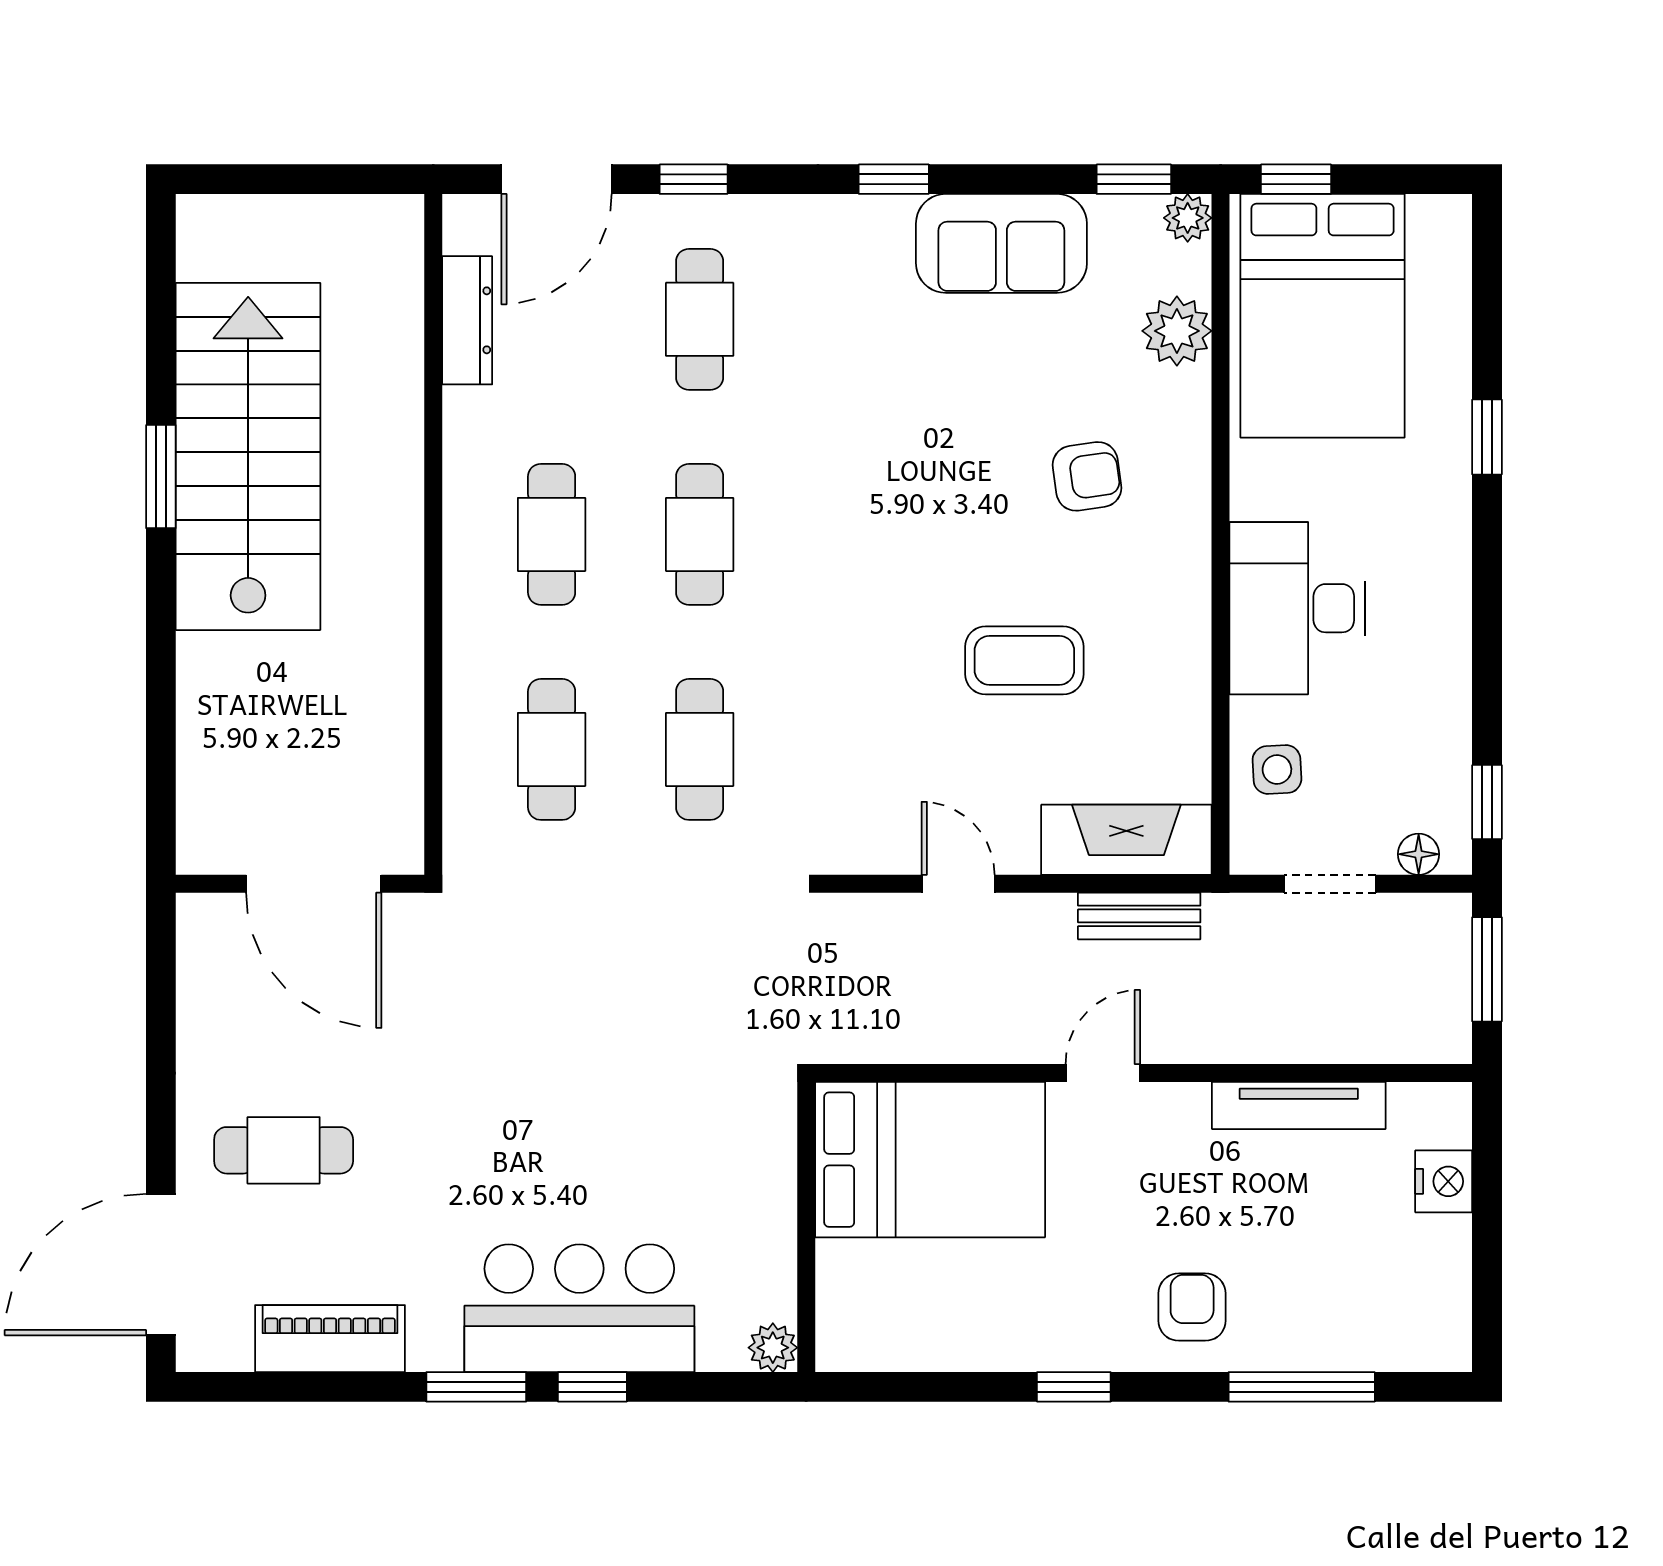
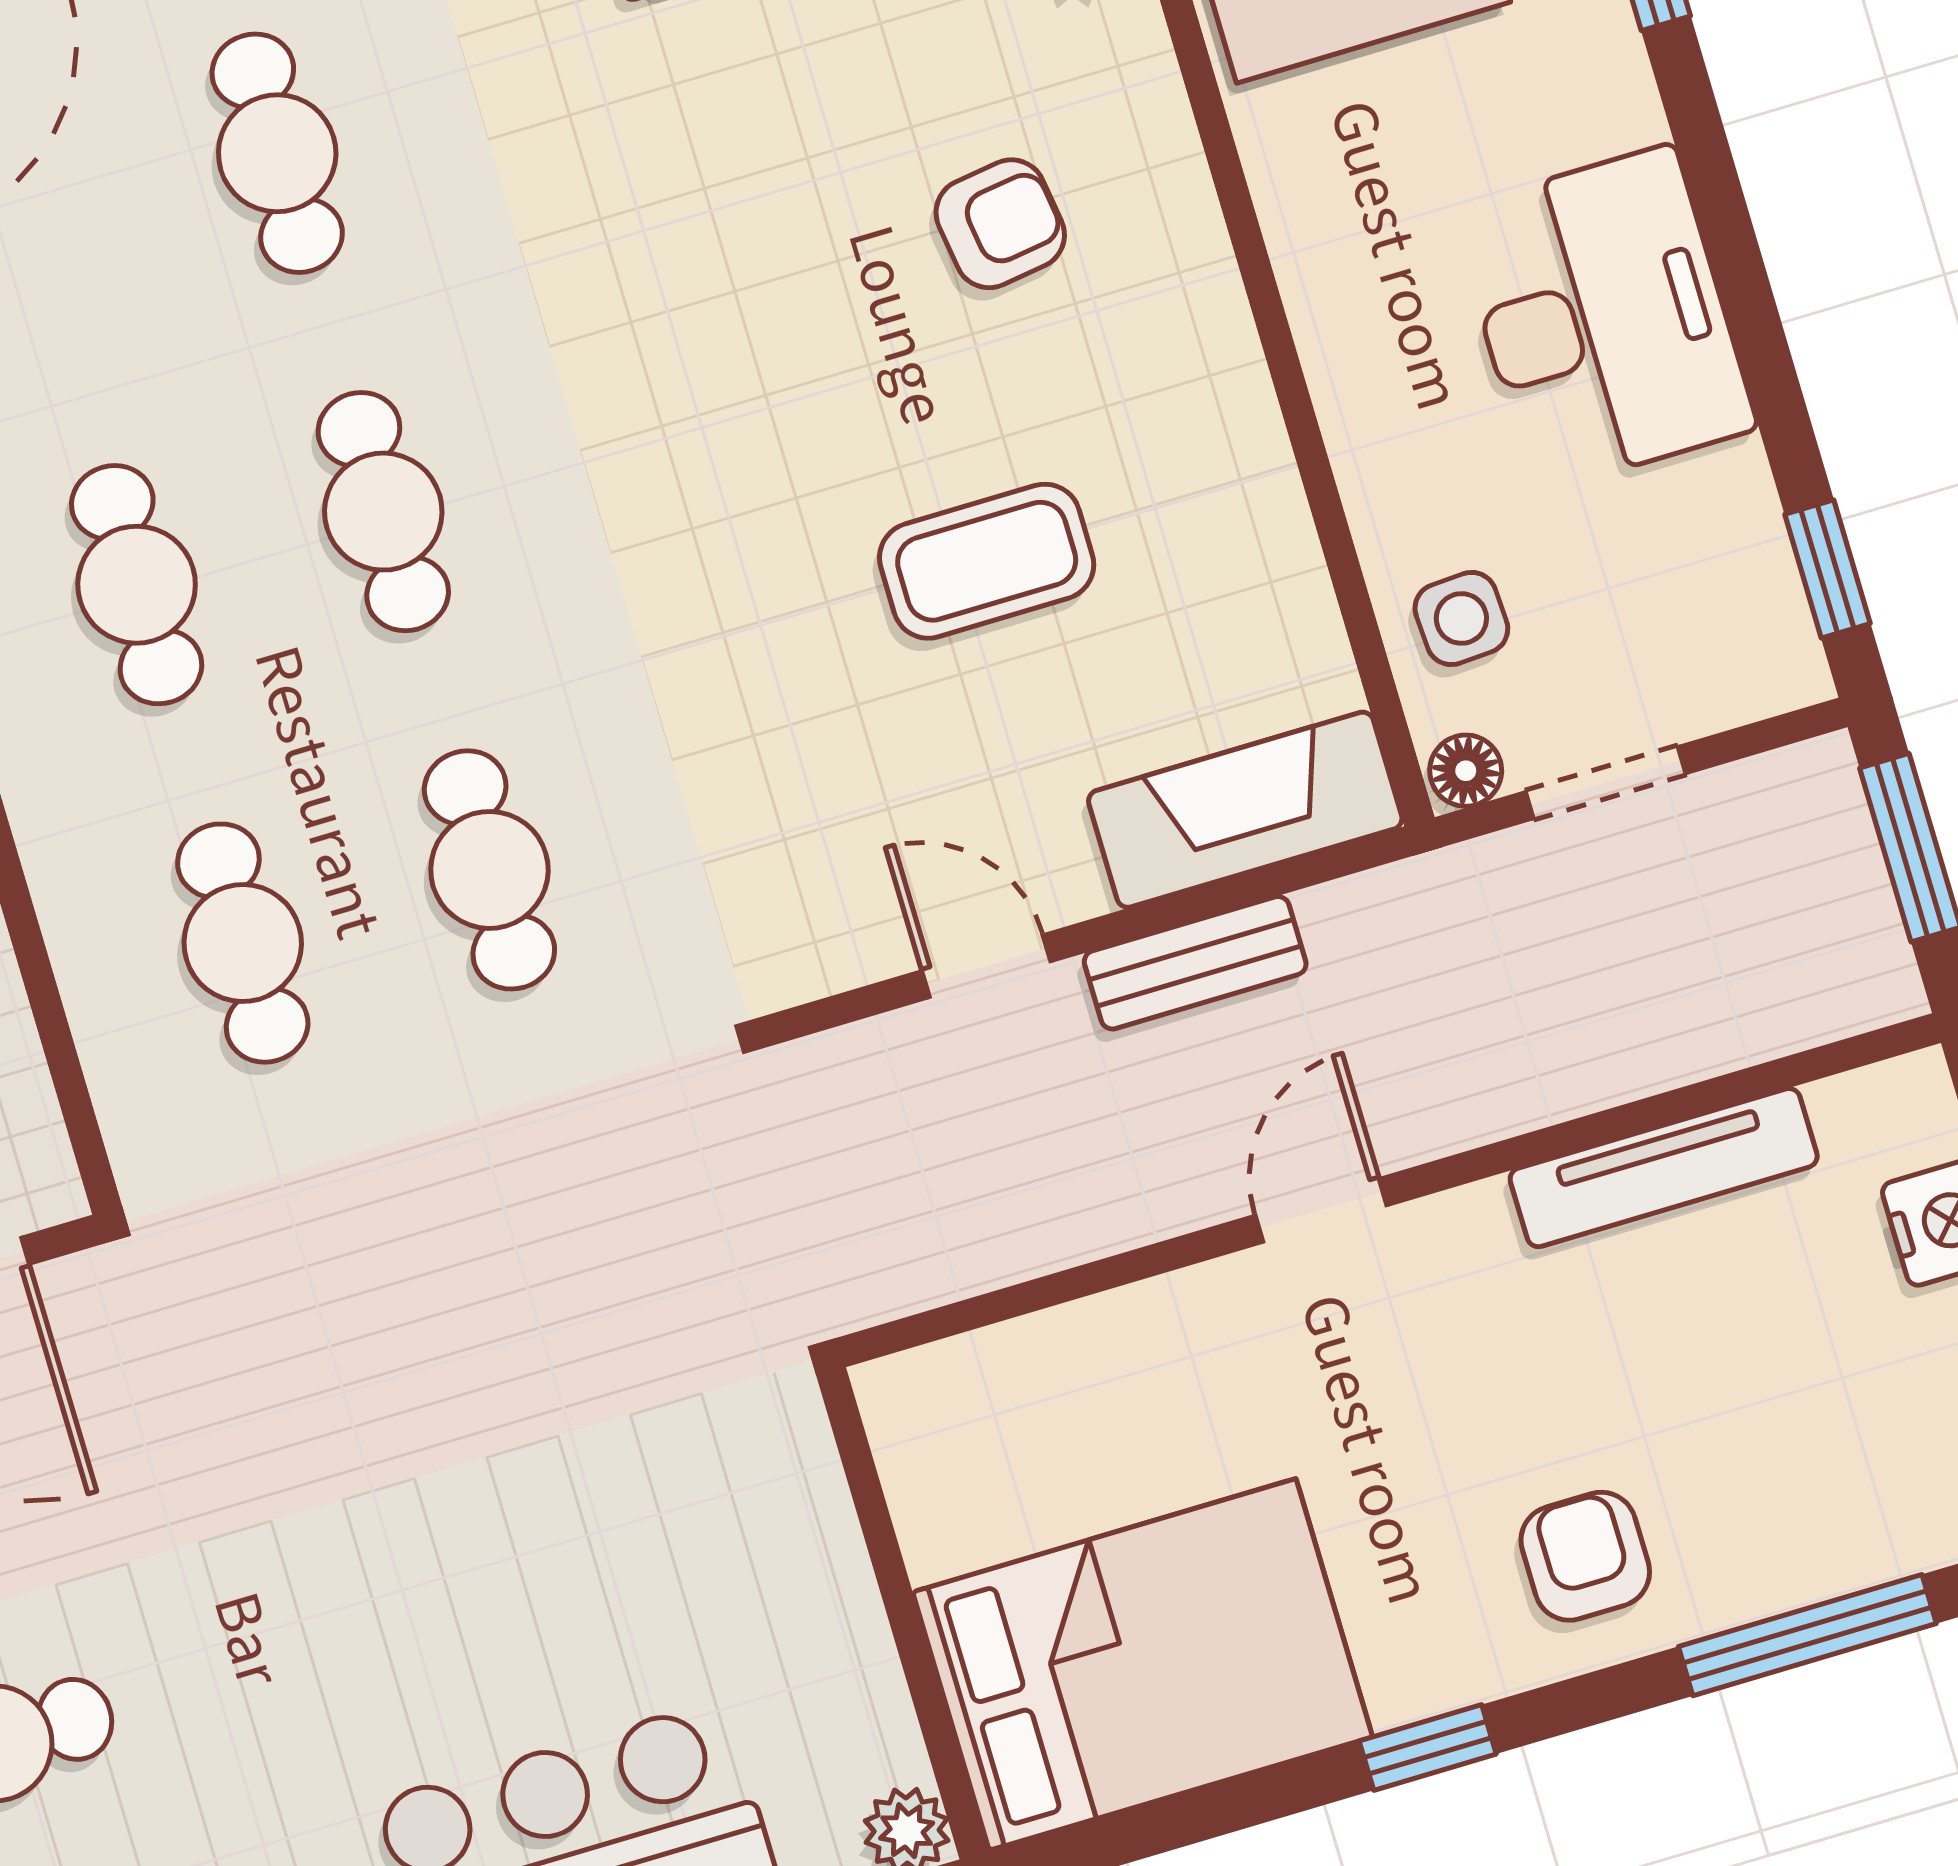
desk: (1297, 608) -> (1604, 319), moved, turned 180
floor lamp: (1419, 854) -> (1466, 771), moved
bench: (1139, 916) -> (1195, 963), moved
bed: (930, 1160) -> (1143, 1664), moved

